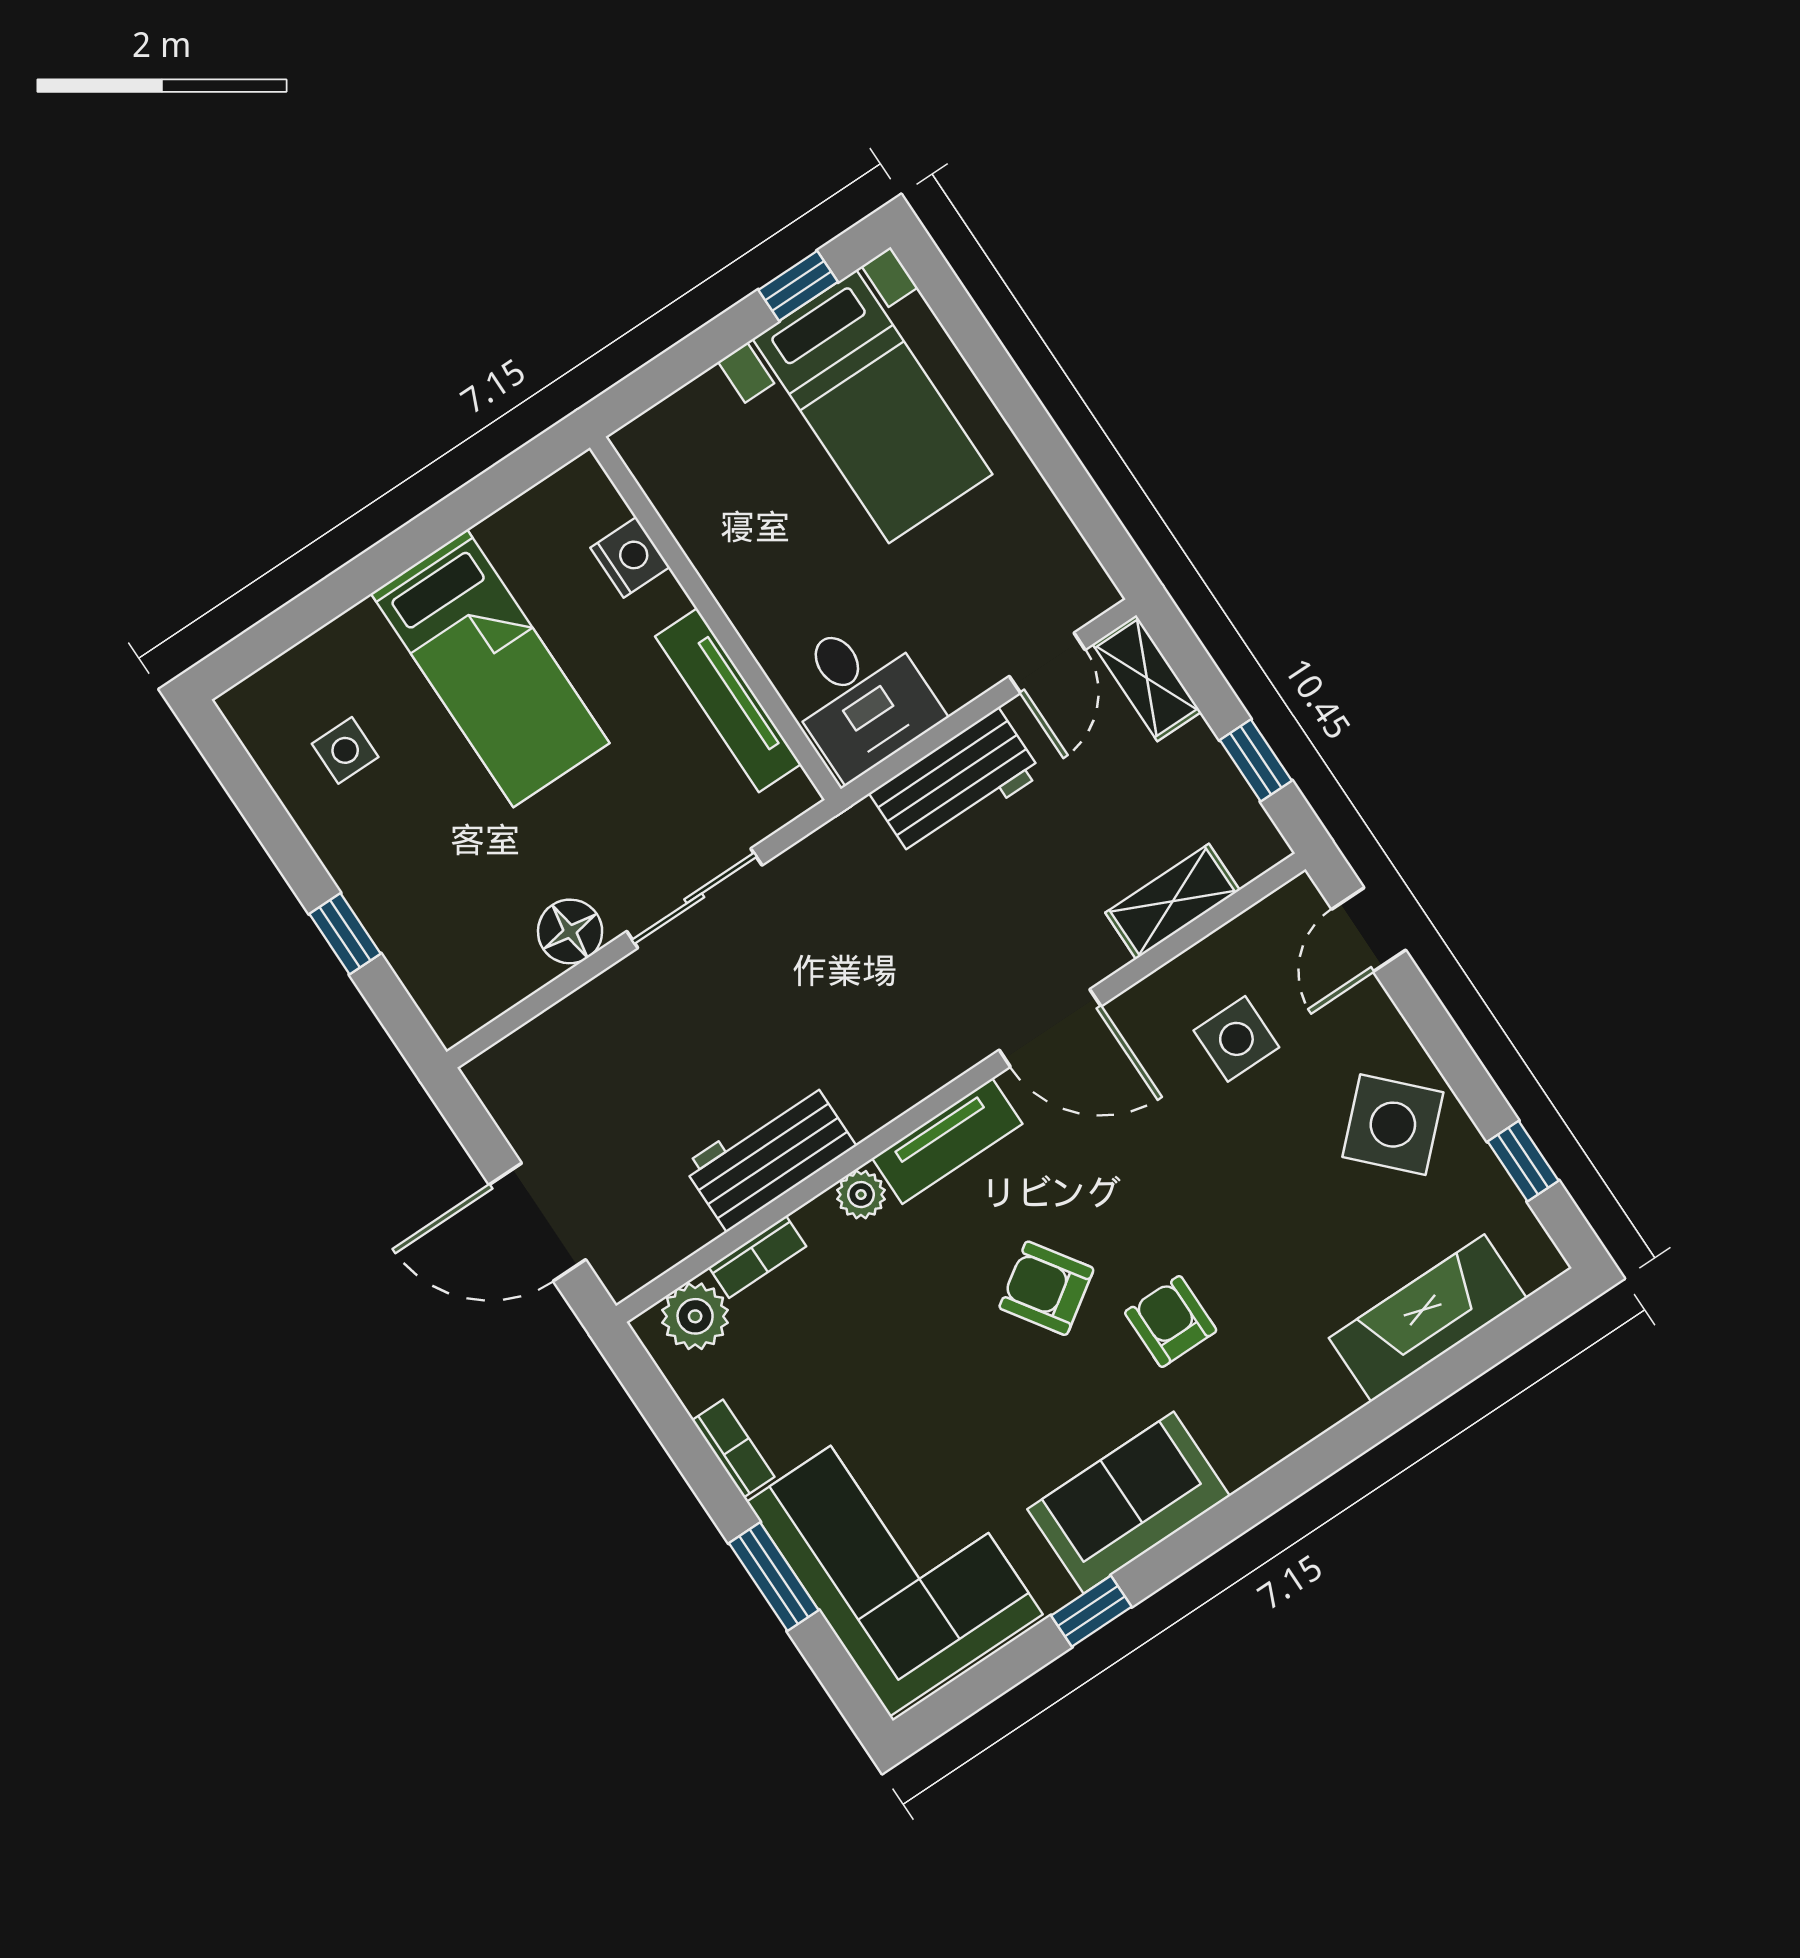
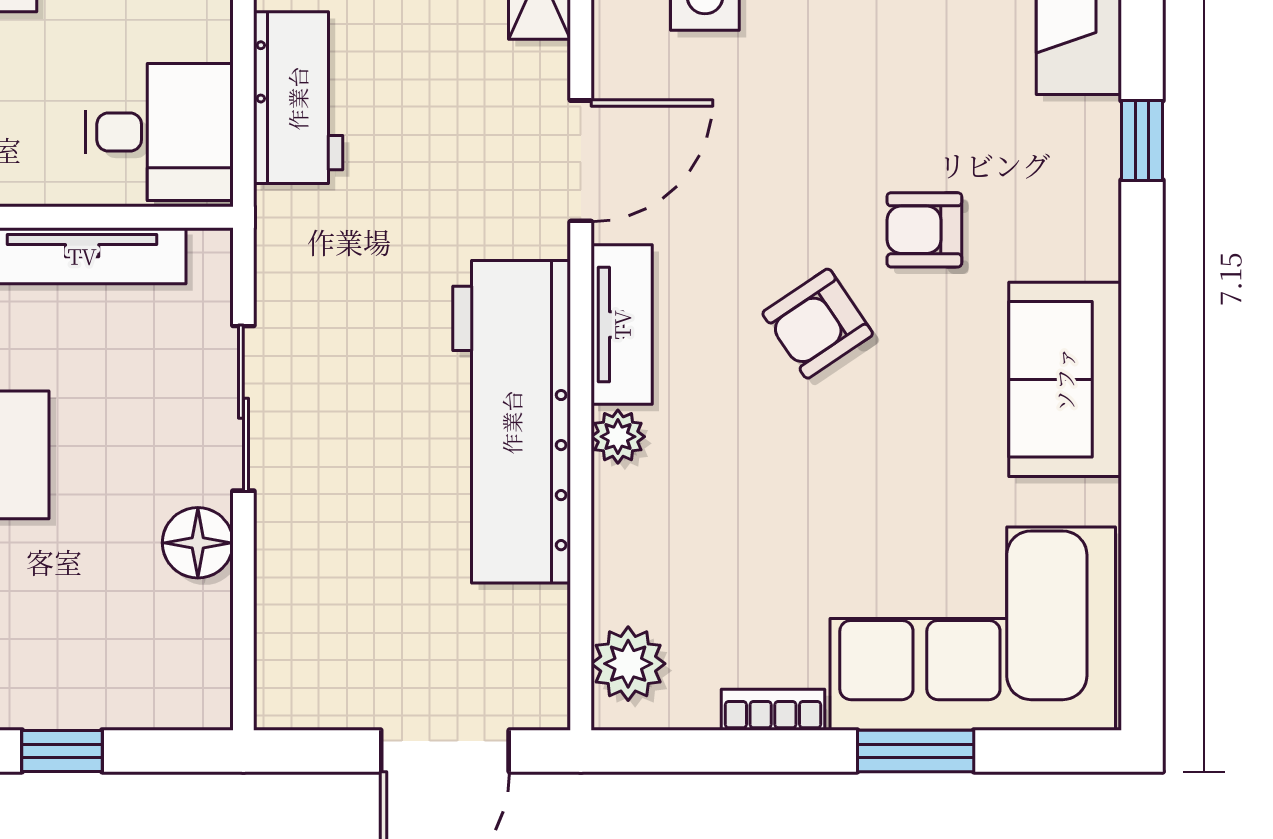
workbench: (769, 1156) -> (512, 422), width x1.88, depth x1.32
bookcase: (757, 1257) -> (612, 570), removed
window: (1091, 1611) -> (1142, 140), moved

